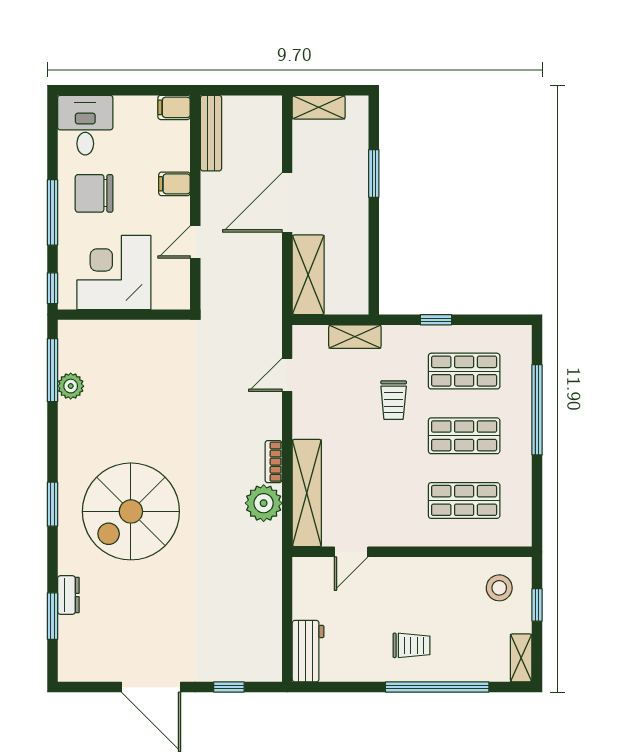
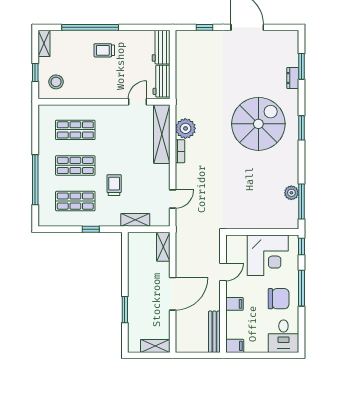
shelving: (308, 275) -> (163, 247), width x0.67, depth x0.75
workbench: (307, 589) -> (162, 81), added

